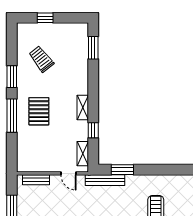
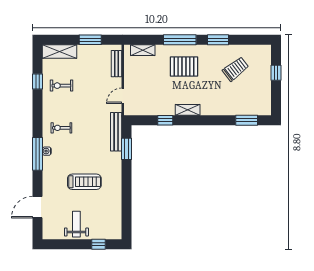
shelving: (83, 154) -> (143, 50), moved

